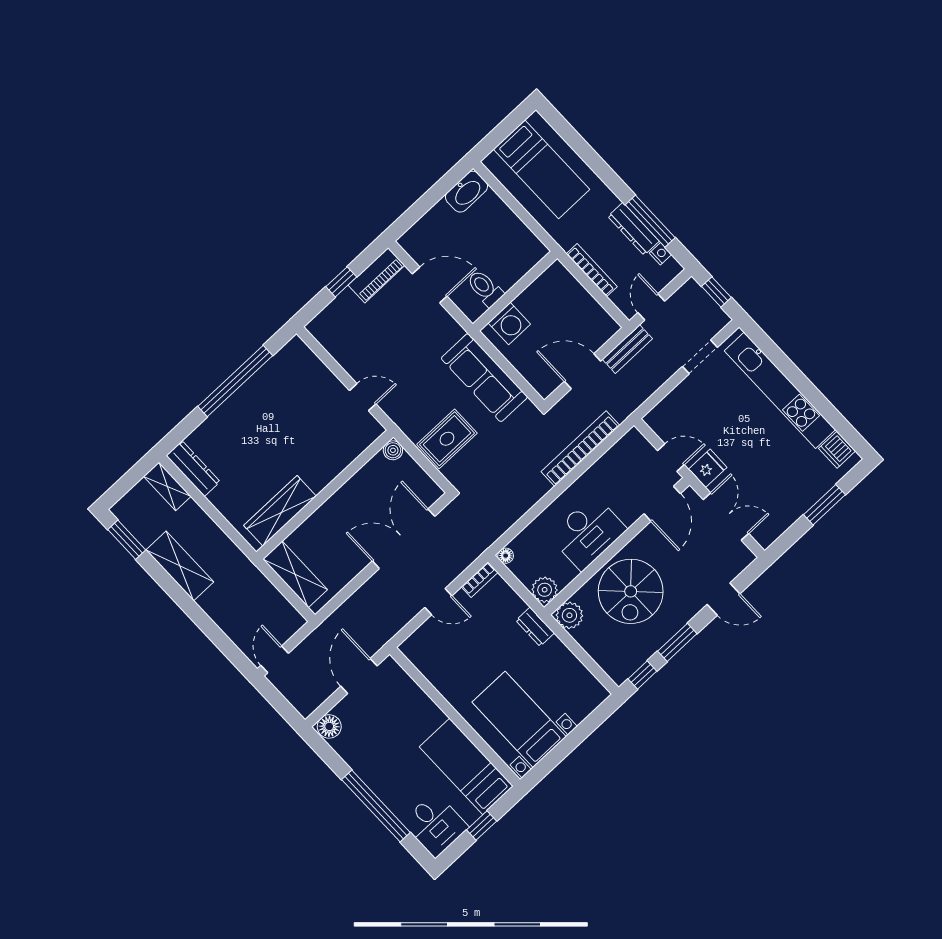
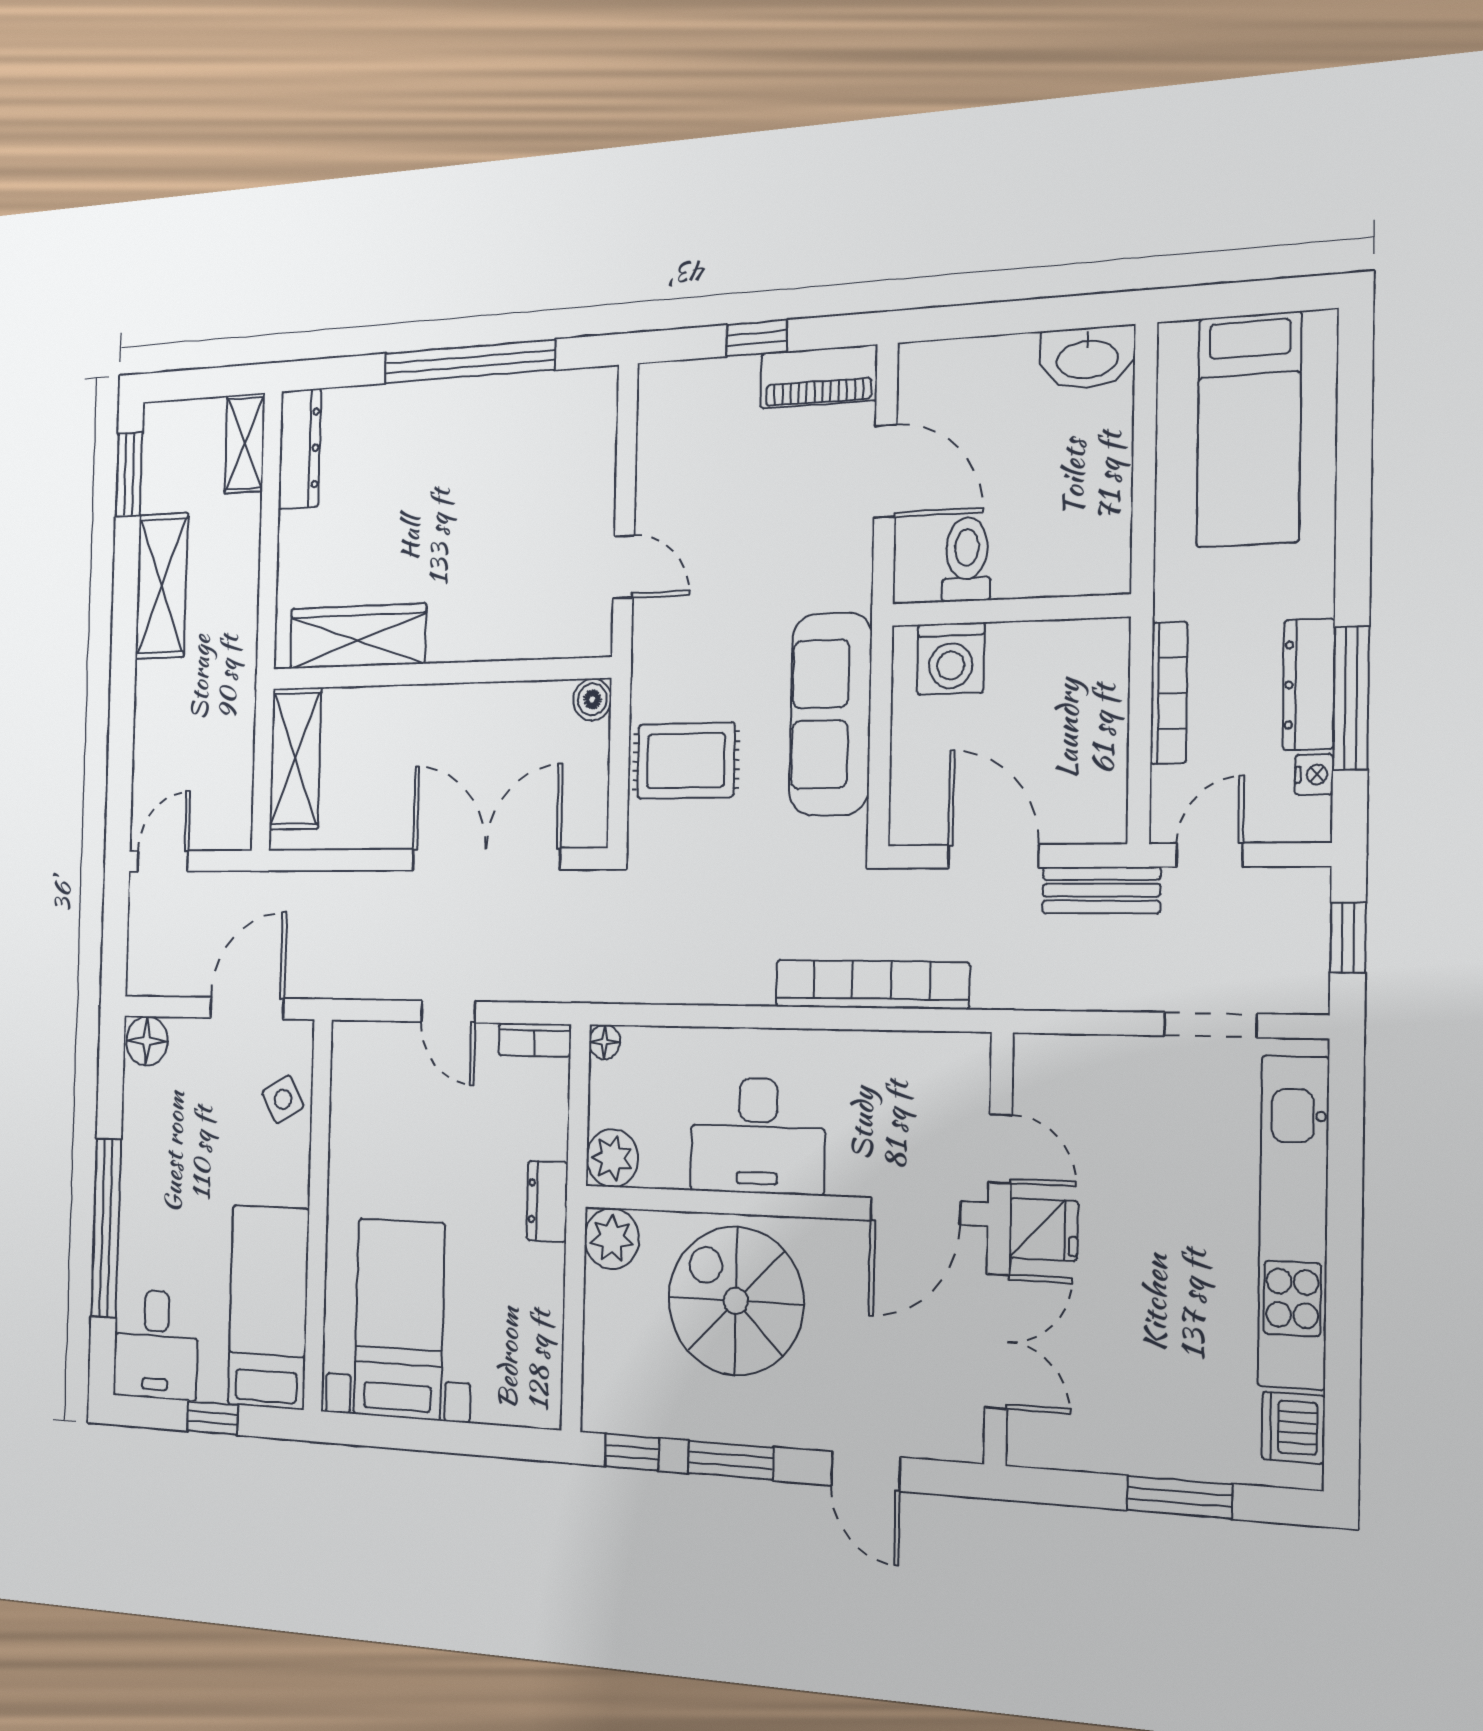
spiral stairs: (631, 591) -> (736, 1301), turned 90
side table: (403, 692) -> (283, 1099), added

